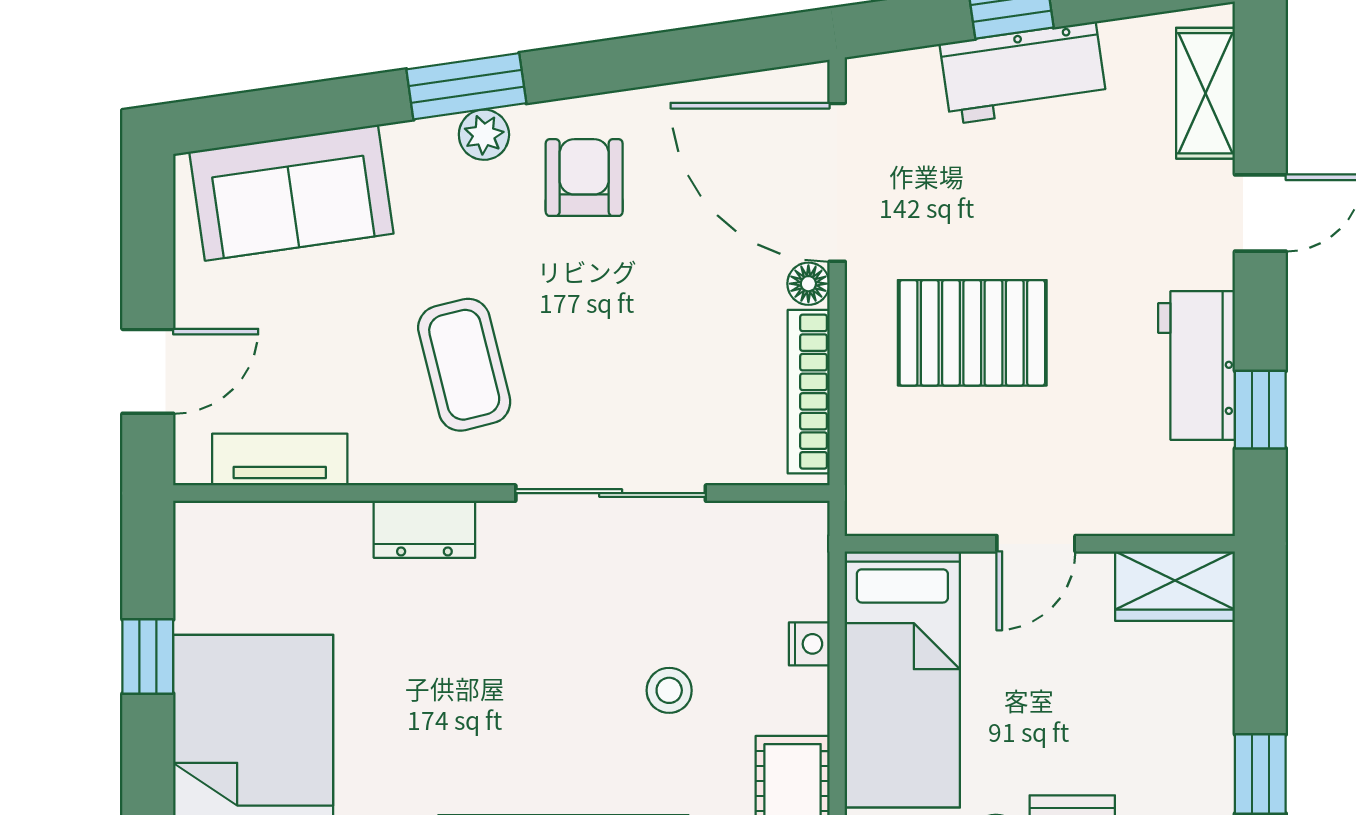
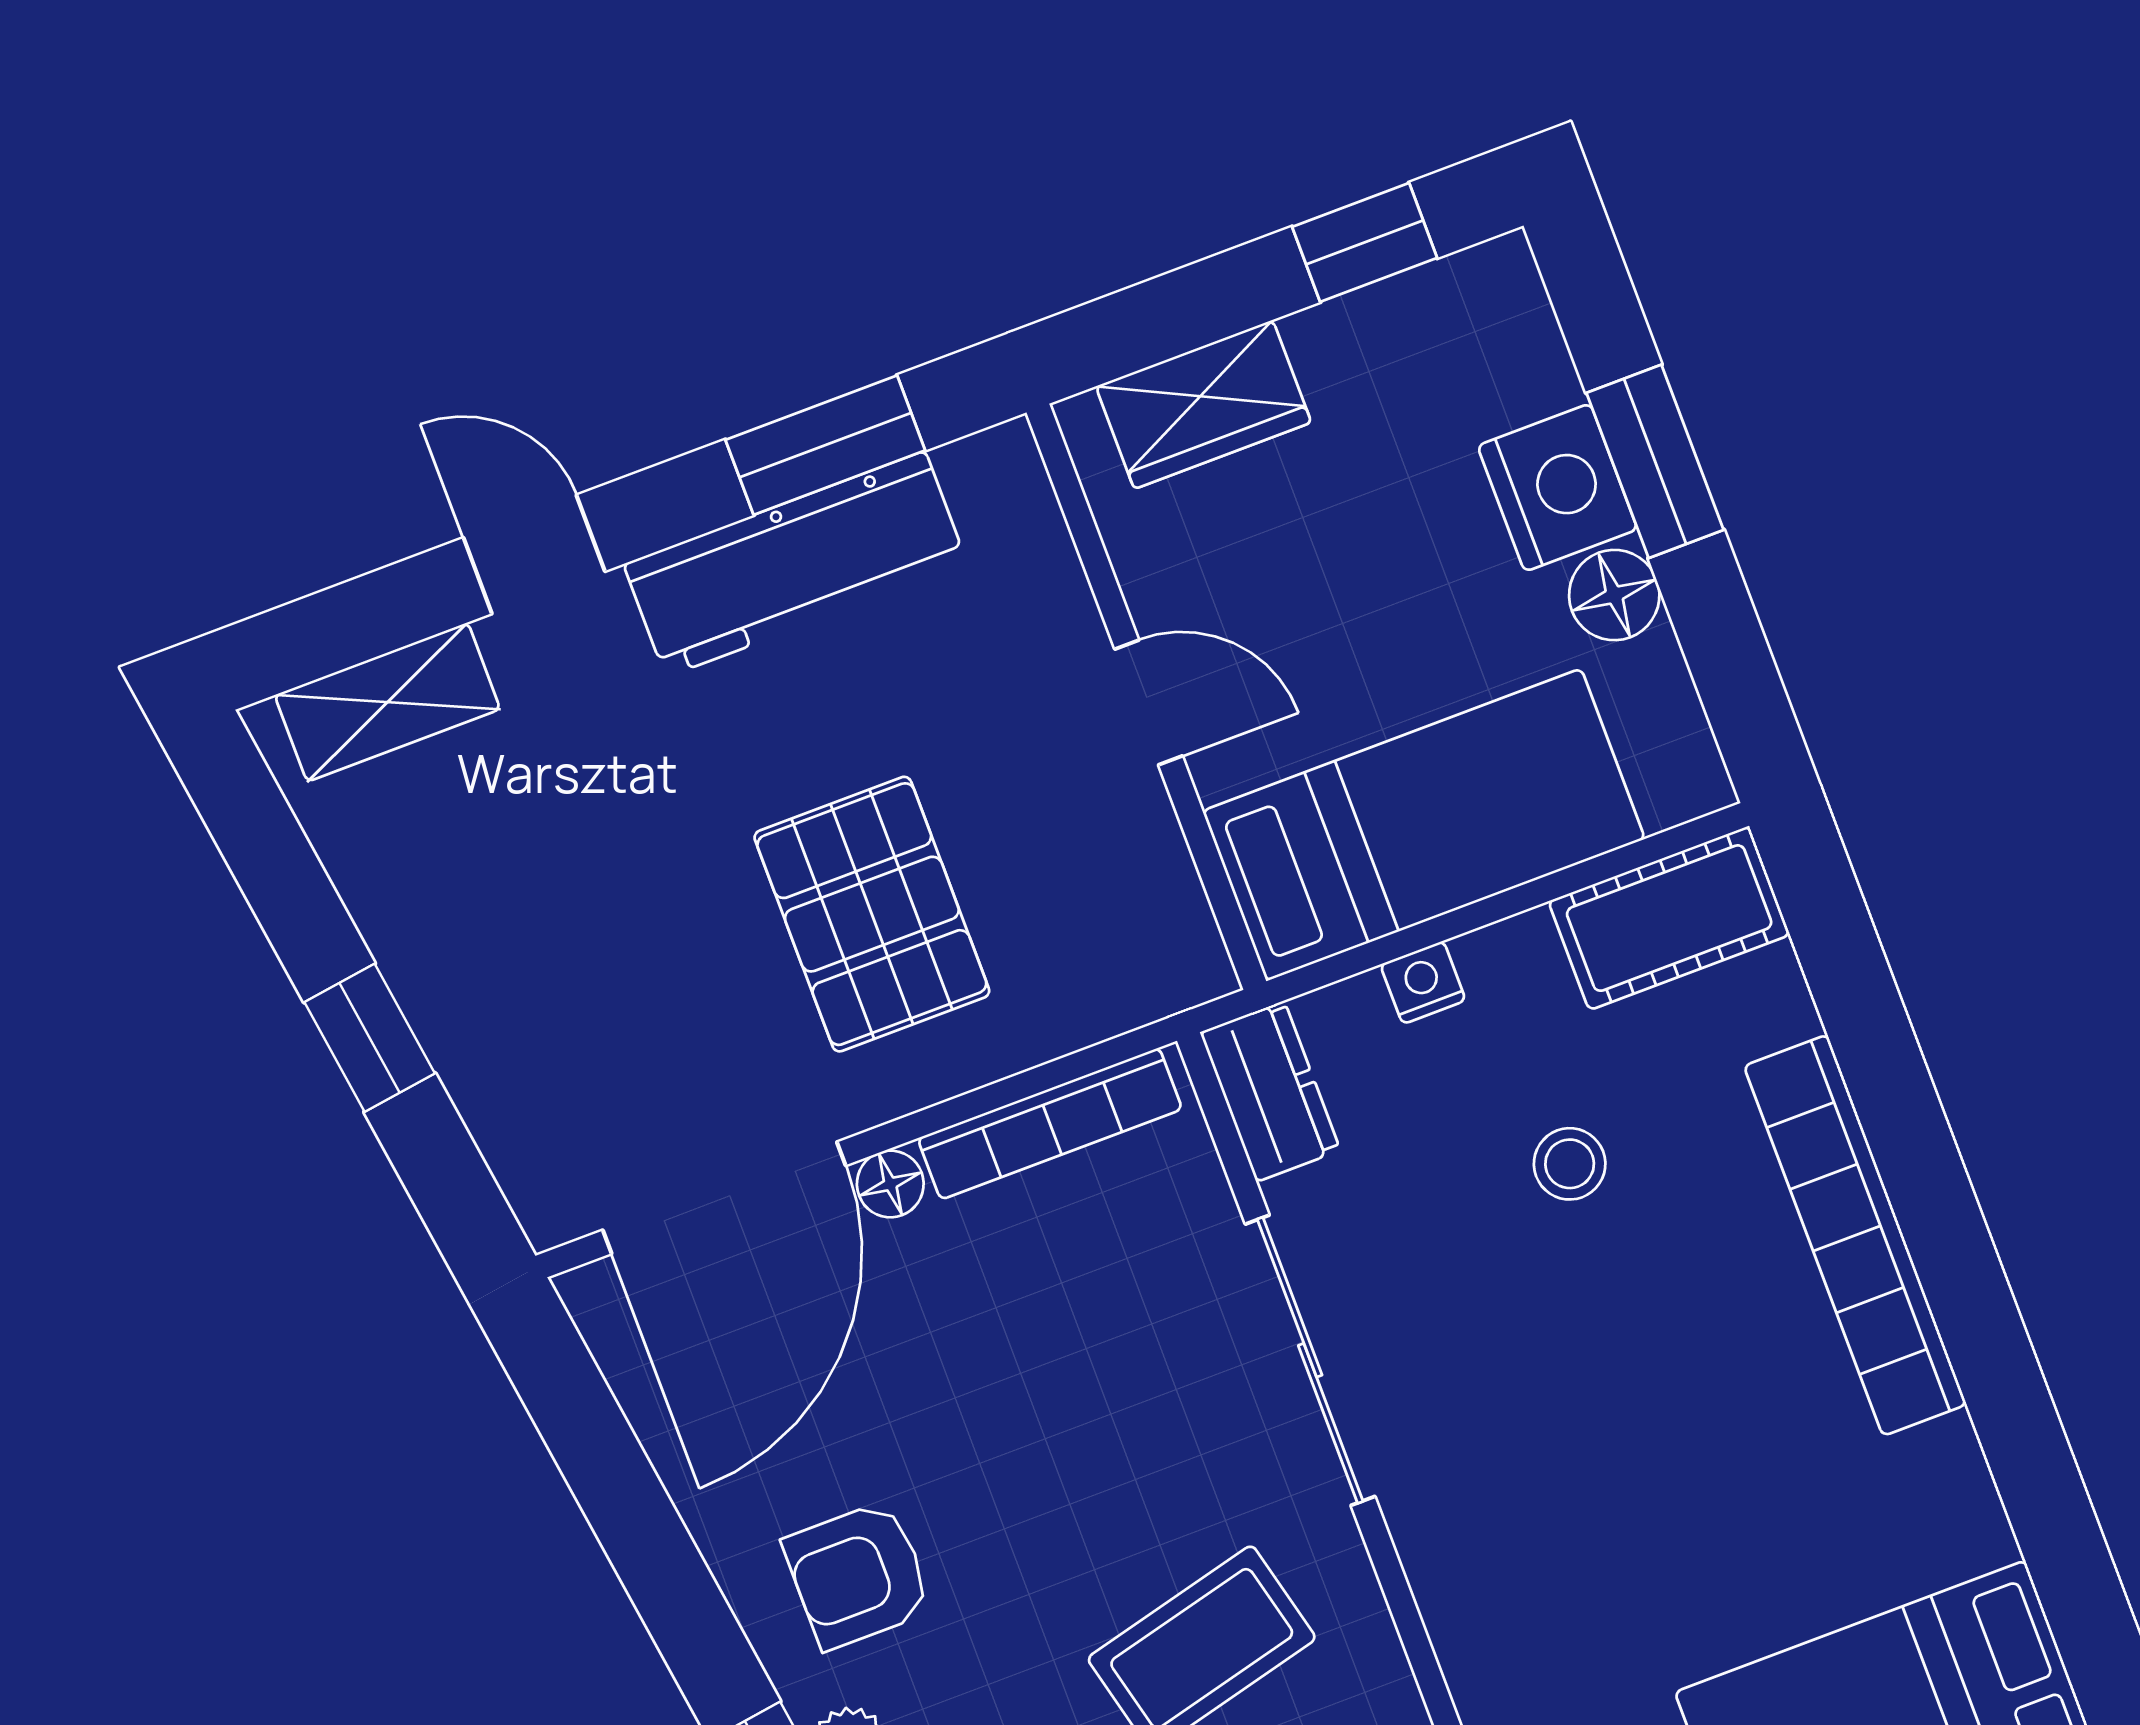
workbench: (1023, 73) -> (459, 983), removed
workbench: (1197, 366) -> (795, 564), width x1.38
window: (1260, 410) -> (825, 445), width x1.50
dresser: (424, 529) -> (1270, 1091), moved
wardrobe: (1175, 586) -> (1203, 404), moved, turned 90

